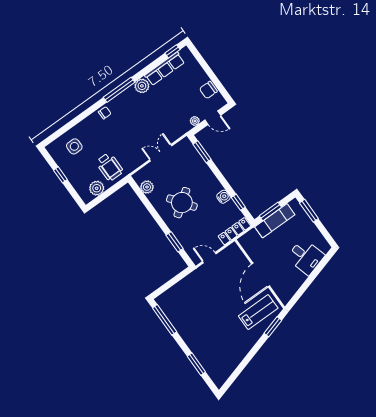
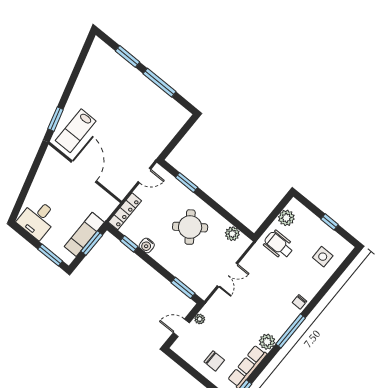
chair: (208, 90) -> (214, 361), moved, turned 90
desk: (306, 257) -> (38, 219), moved, turned -74
window: (165, 320) -> (160, 83), moved

